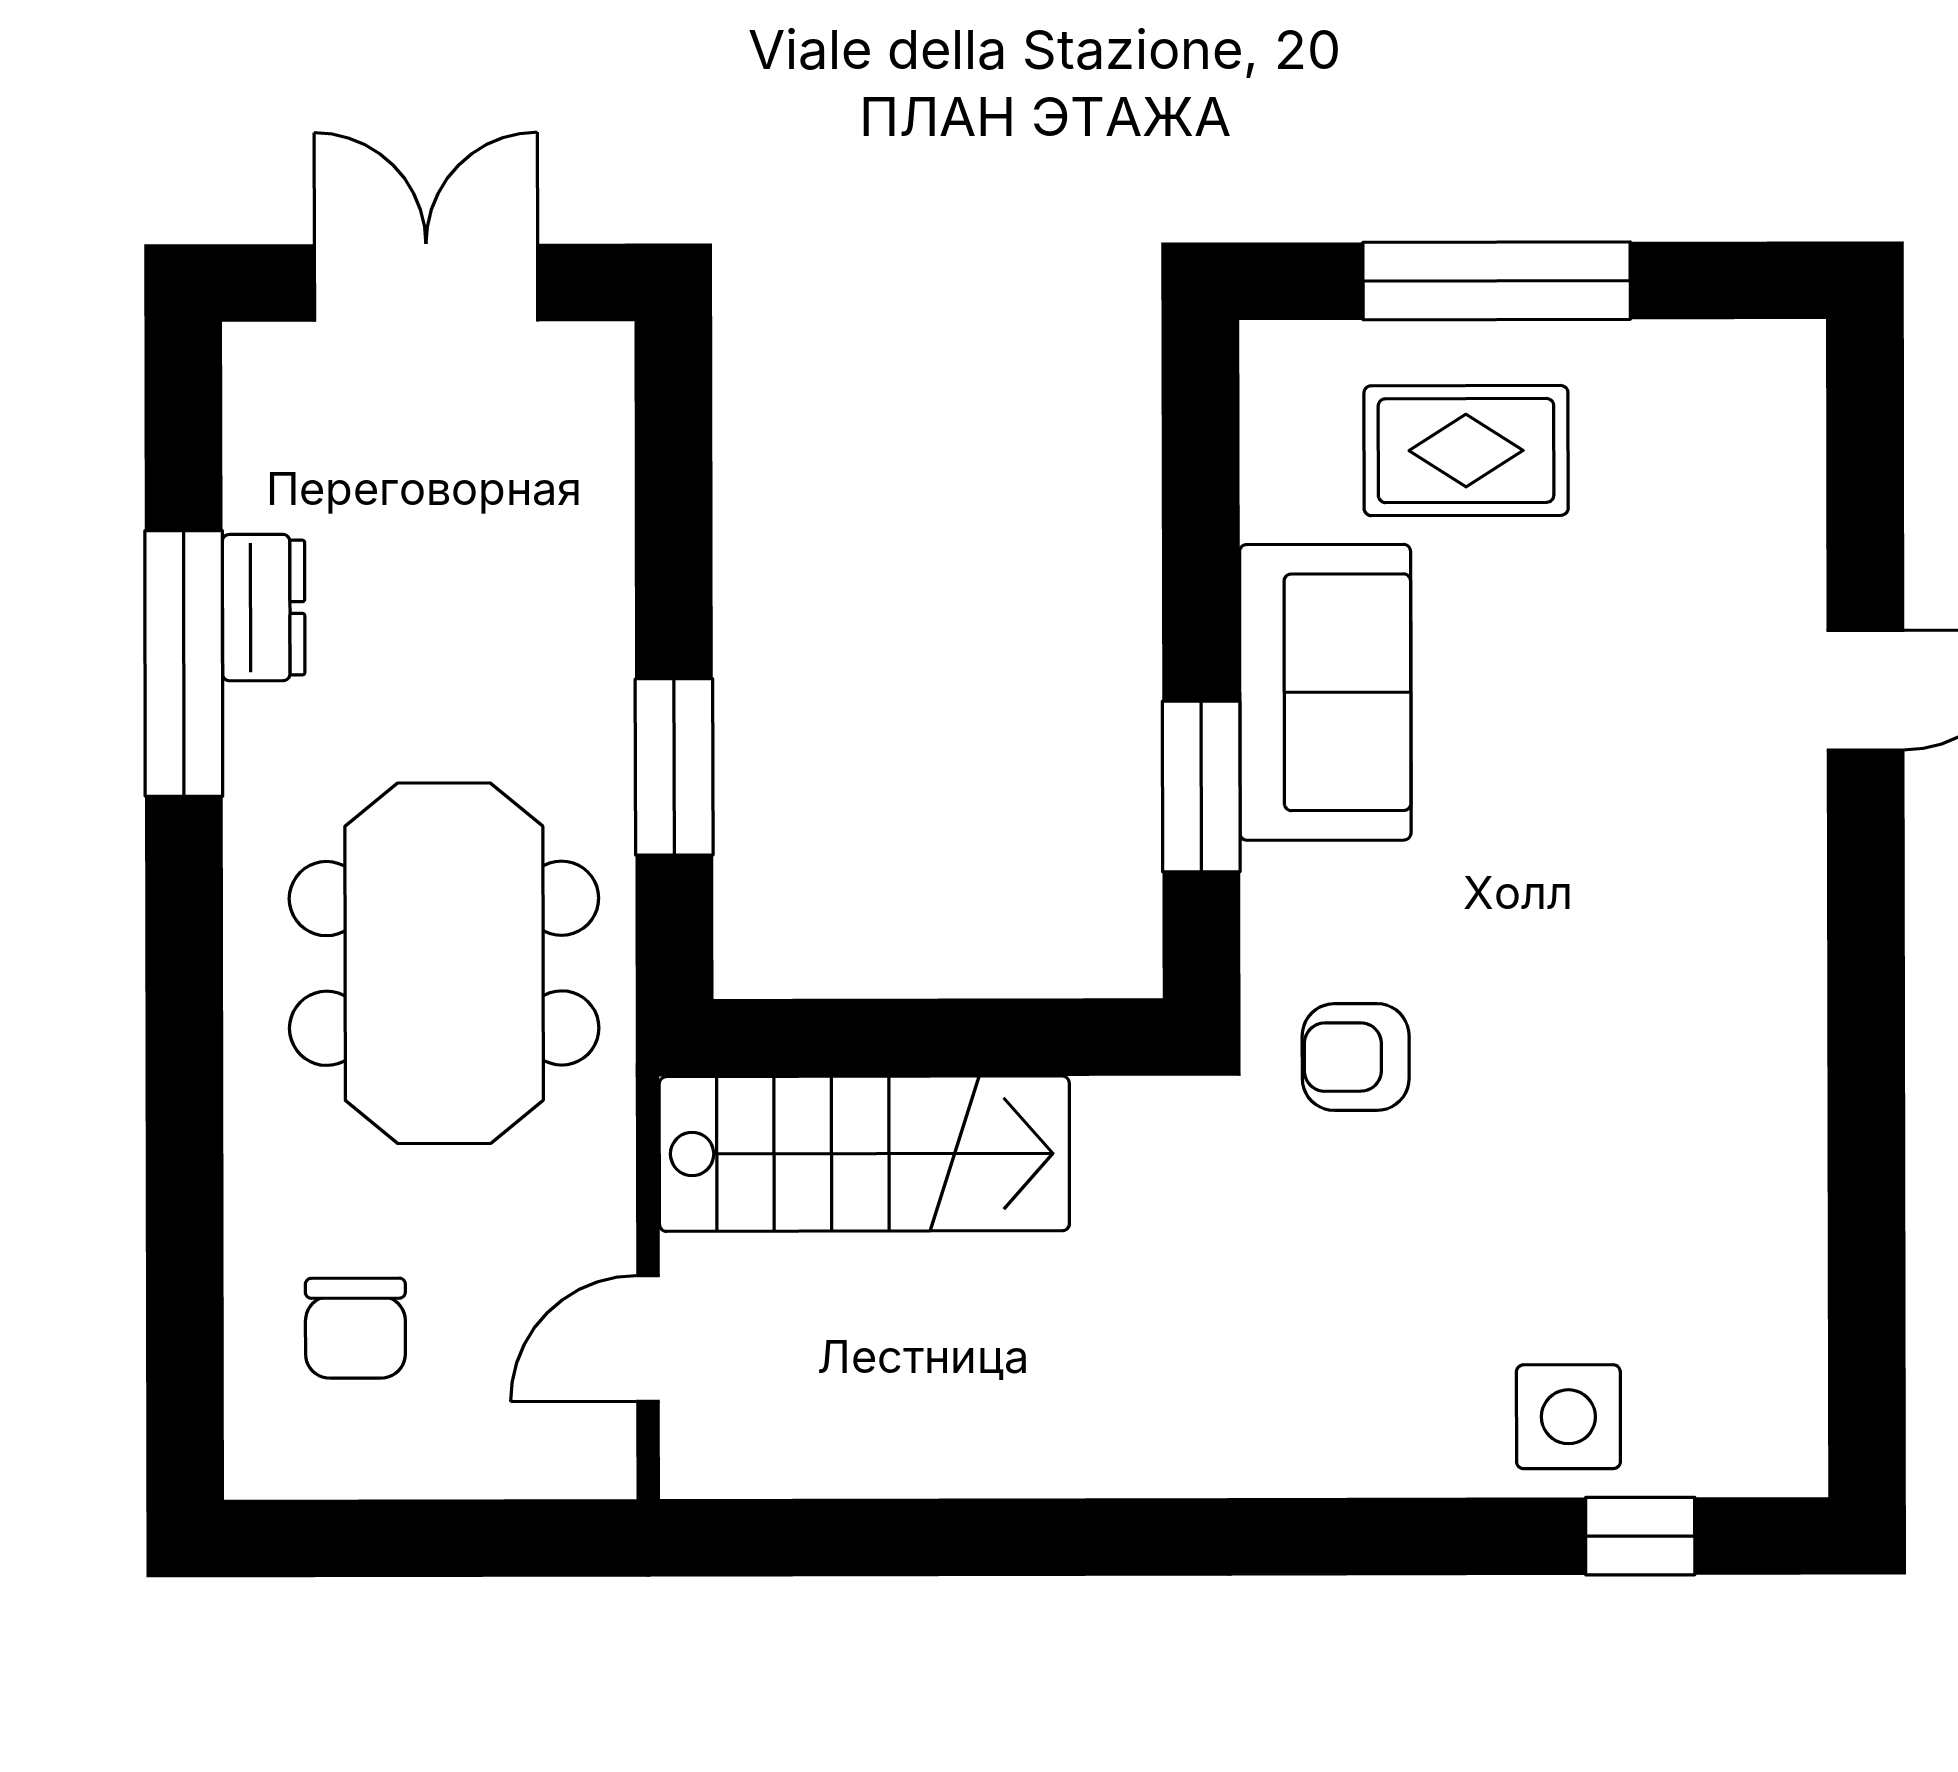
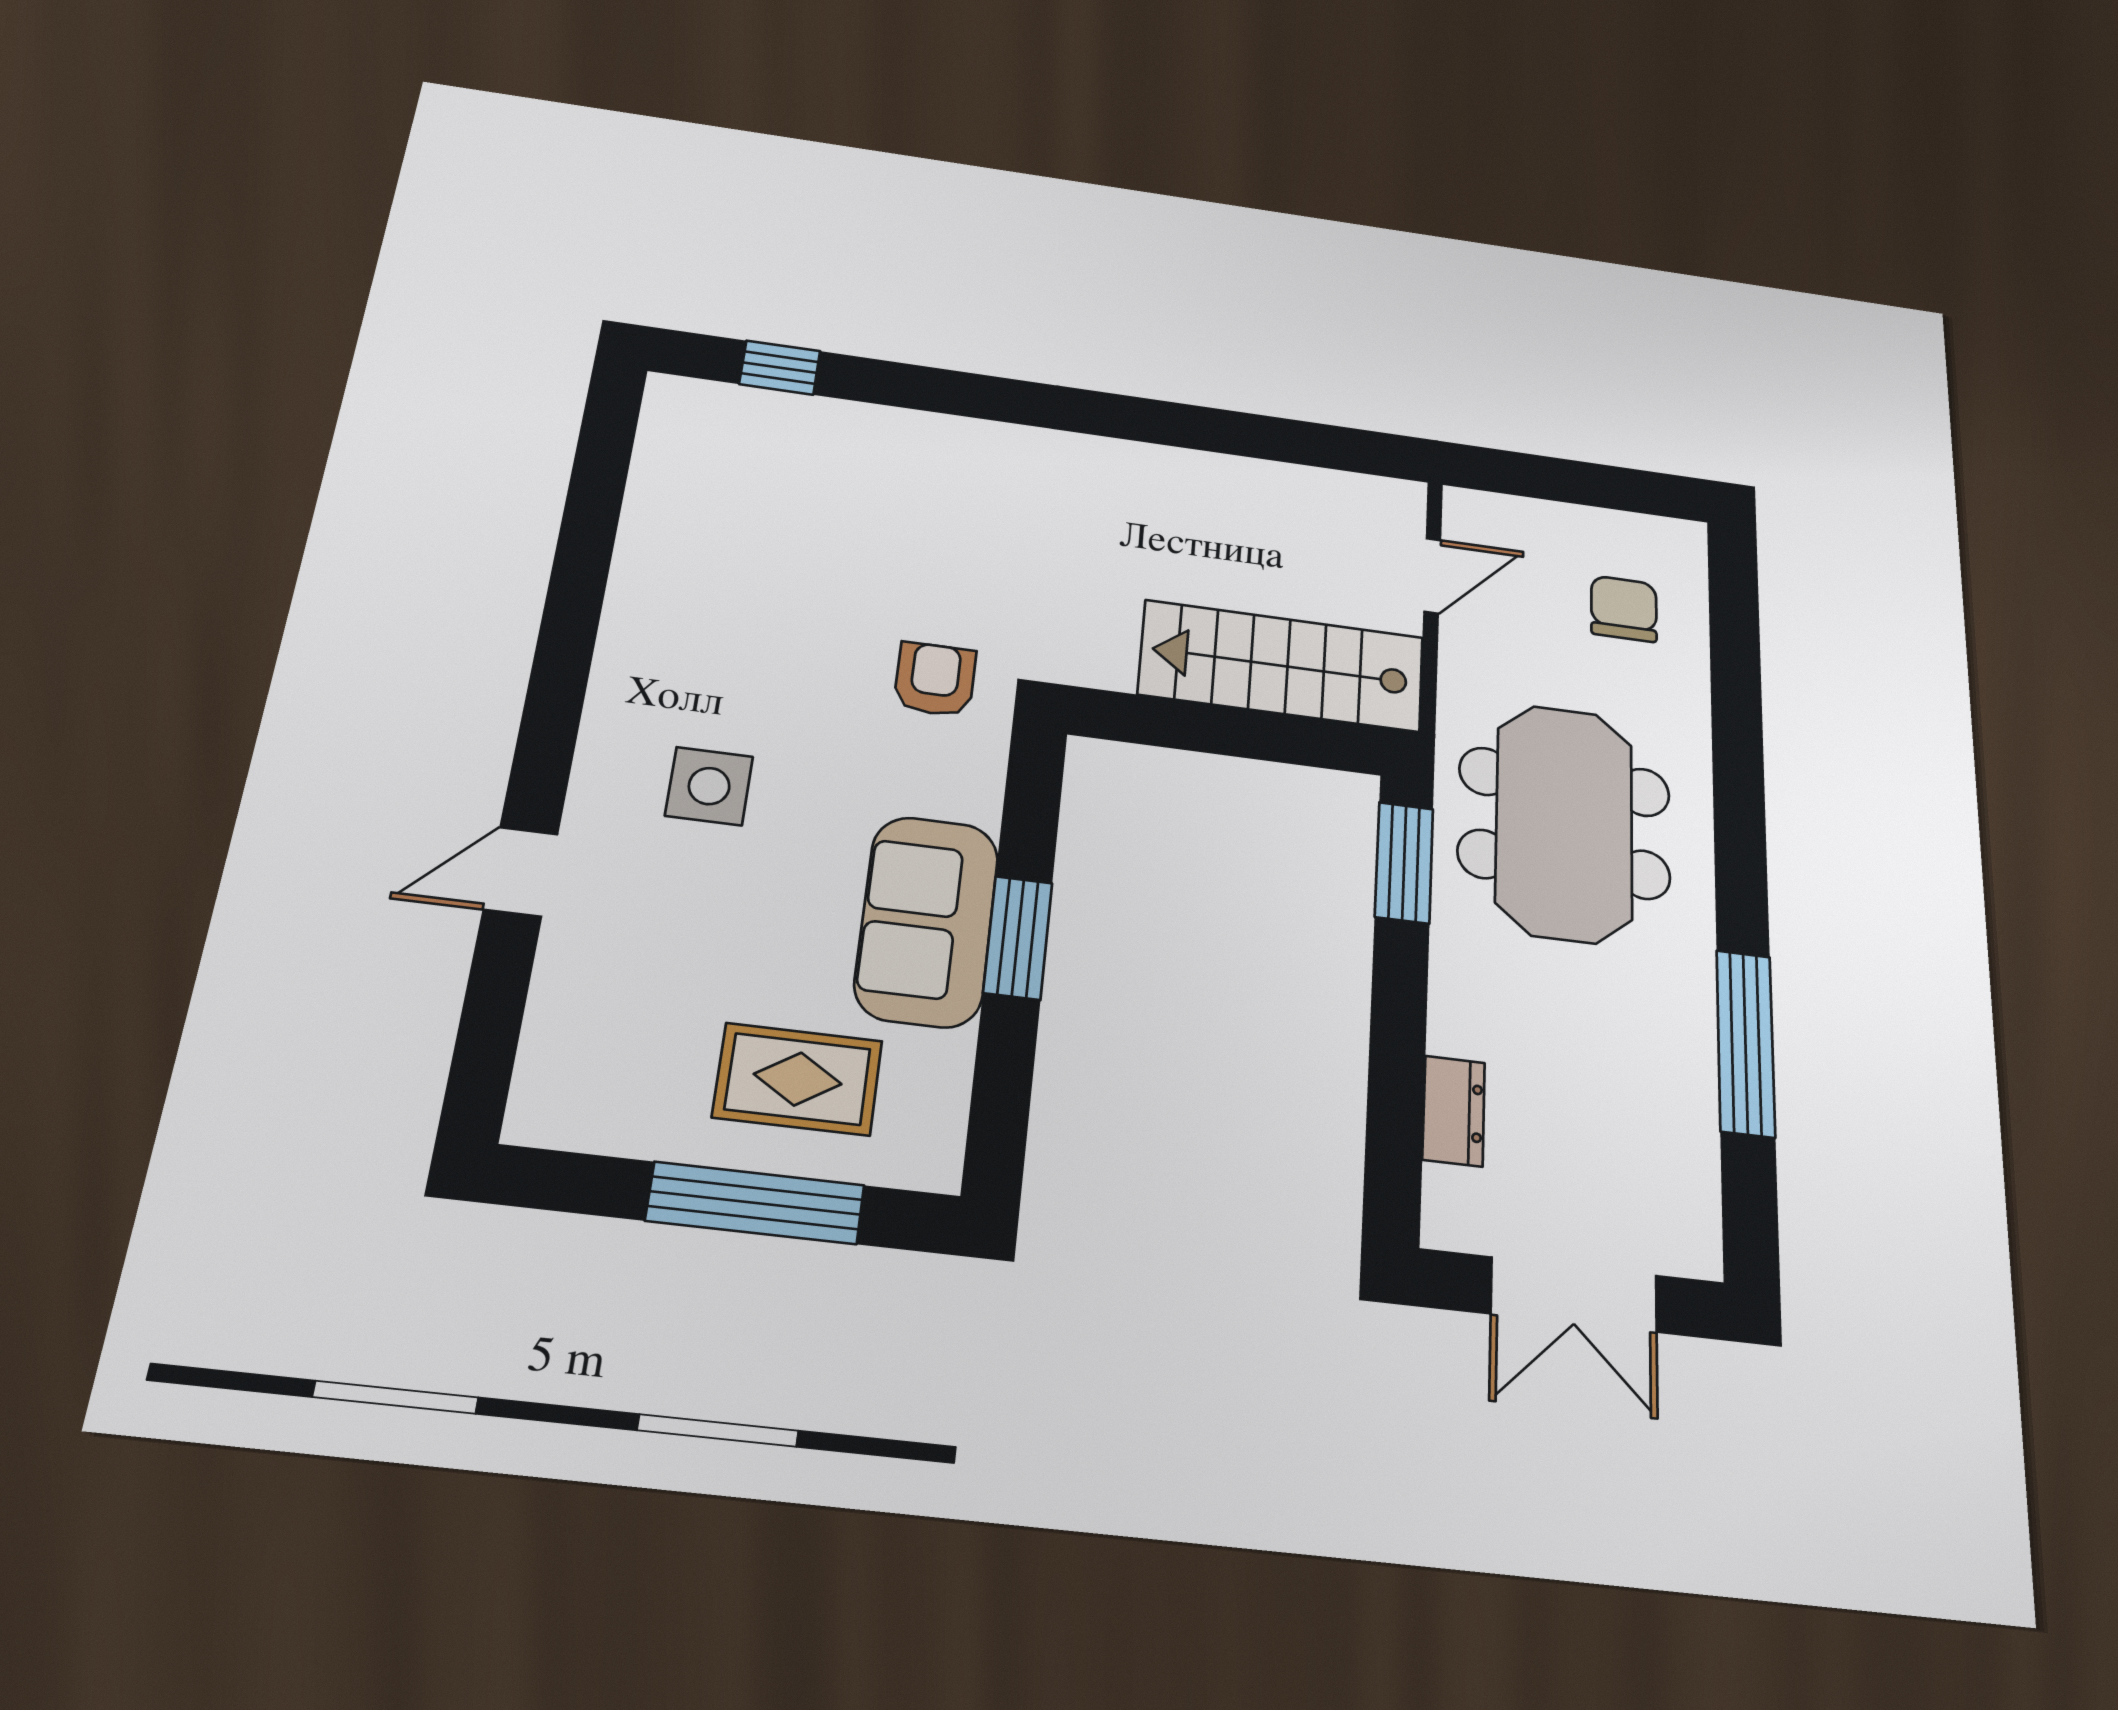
dresser: (264, 608) -> (1454, 1111), moved, turned 180
window: (674, 767) -> (1404, 863), moved
window: (1201, 786) -> (1018, 938), moved
armchair: (1356, 1057) -> (935, 679), turned -90
side table: (1568, 1417) -> (709, 786), moved

